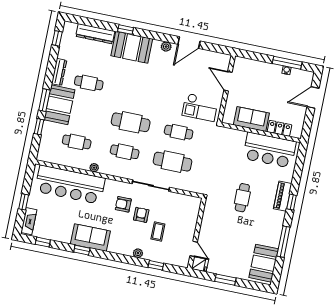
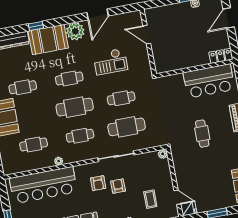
plant: (166, 47) -> (75, 31), width x1.88, depth x1.88
cafe table: (137, 93) -> (69, 78), added
checkout: (200, 107) -> (110, 62), moved
sofa: (251, 119) -> (182, 60), removed
locker: (279, 128) -> (221, 56), moved
plant: (197, 202) -> (163, 154), added
armchair: (123, 204) -> (98, 183), turned -90
coffee table: (158, 231) -> (150, 199), moved

